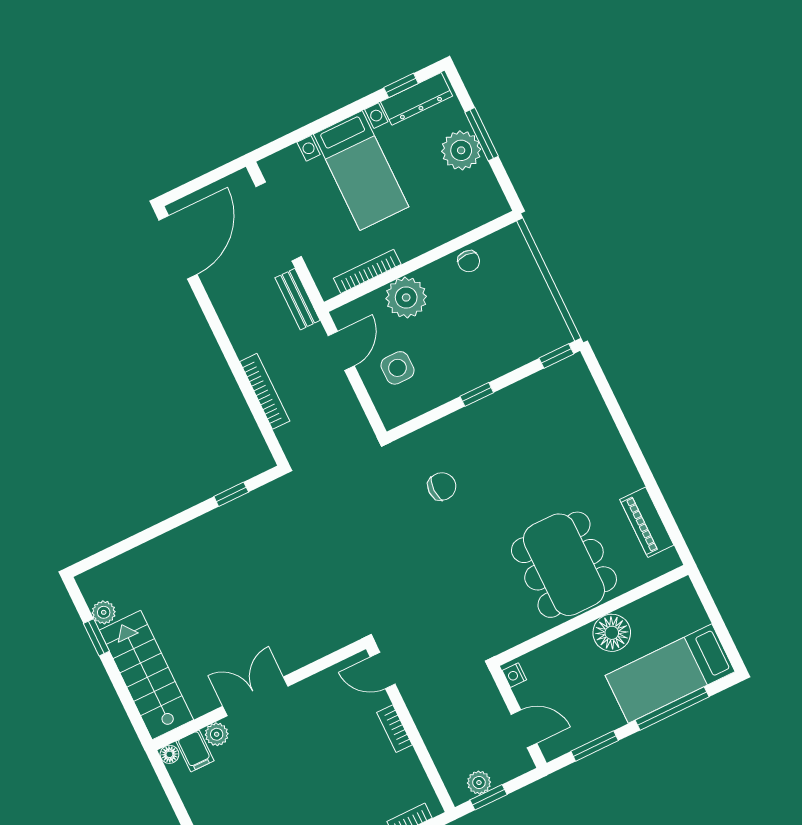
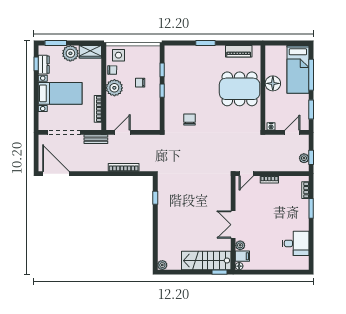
dresser: (417, 99) -> (44, 65), width x0.70
window: (482, 134) -> (56, 43), moved
wardrobe: (486, 193) -> (90, 52), added
plant: (406, 298) -> (114, 88), moved
chair: (471, 337) -> (140, 83), added
door: (341, 351) -> (122, 132), hinge flipped
window: (556, 356) -> (162, 70), moved
side table: (398, 368) -> (118, 55), moved
window: (629, 440) -> (205, 43), added
plant: (104, 612) -> (162, 265), moved
window: (96, 637) -> (220, 272), moved

